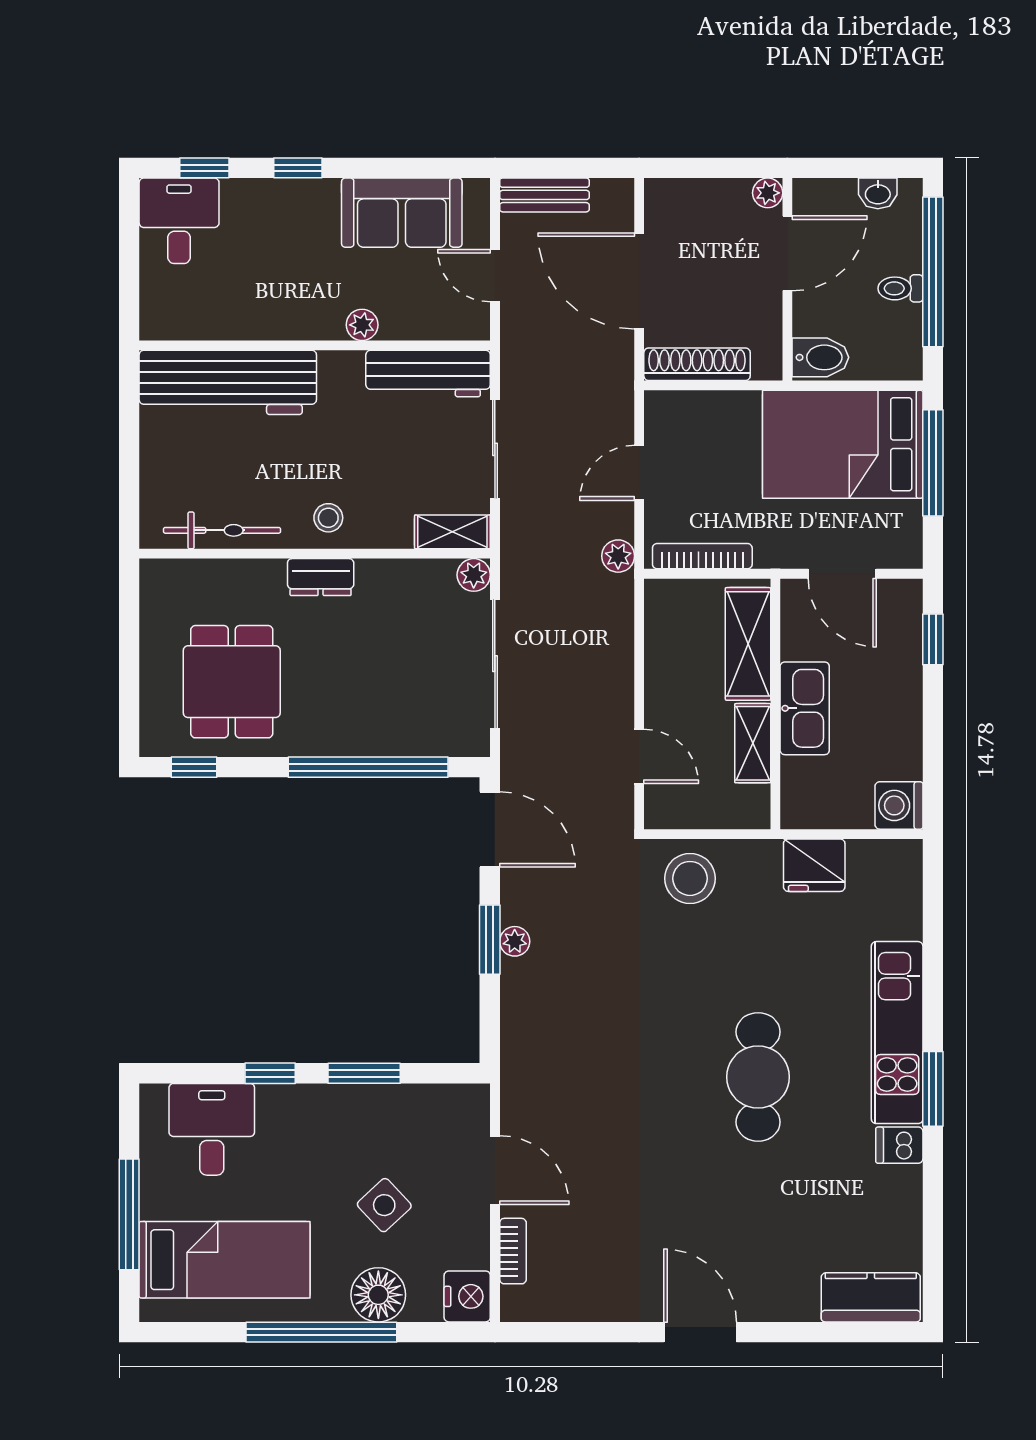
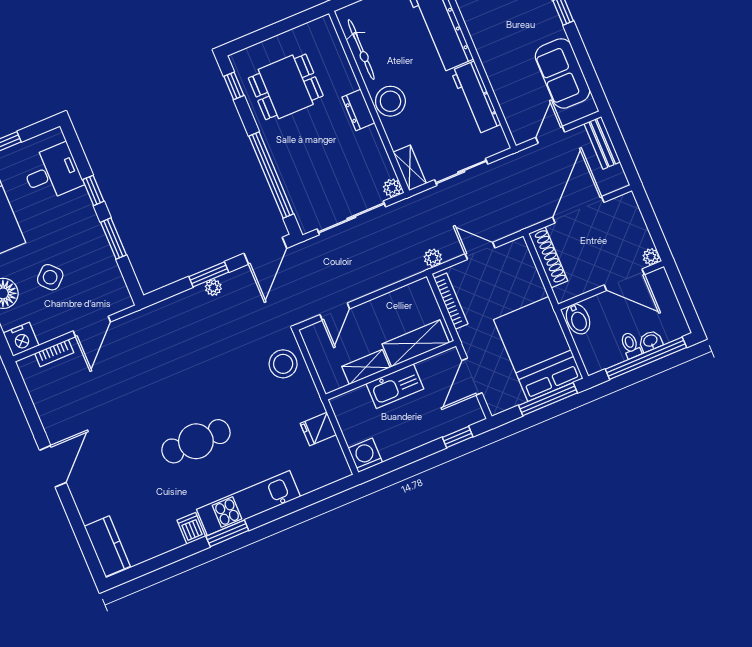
washbasin: (878, 193) -> (650, 341), moved, turned 90
plant: (362, 325) -> (496, 77), removed
workbench: (428, 374) -> (476, 98), moved
stool: (328, 518) -> (390, 101), width x1.89, depth x1.89
fridge: (814, 865) -> (318, 429), width x0.72

